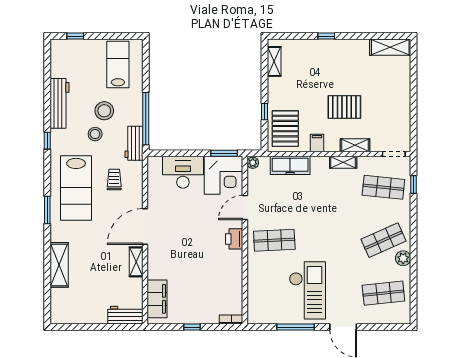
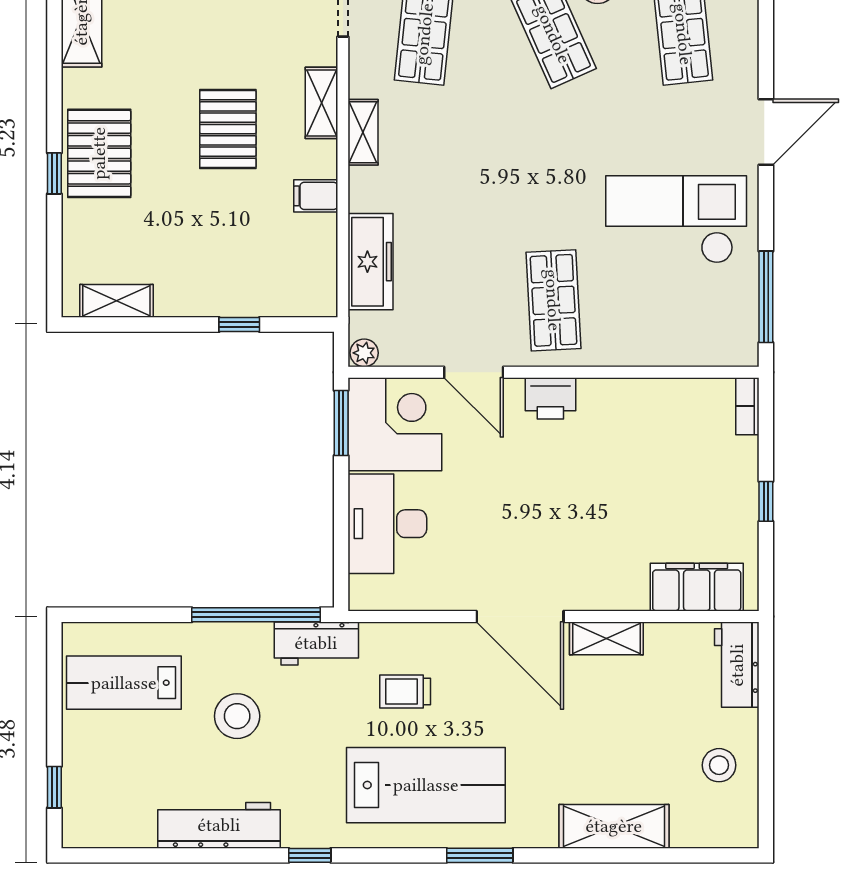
pallet: (285, 129) -> (99, 153), moved, turned 90
stool: (95, 134) -> (719, 765), moved
window: (295, 327) -> (766, 297), moved

